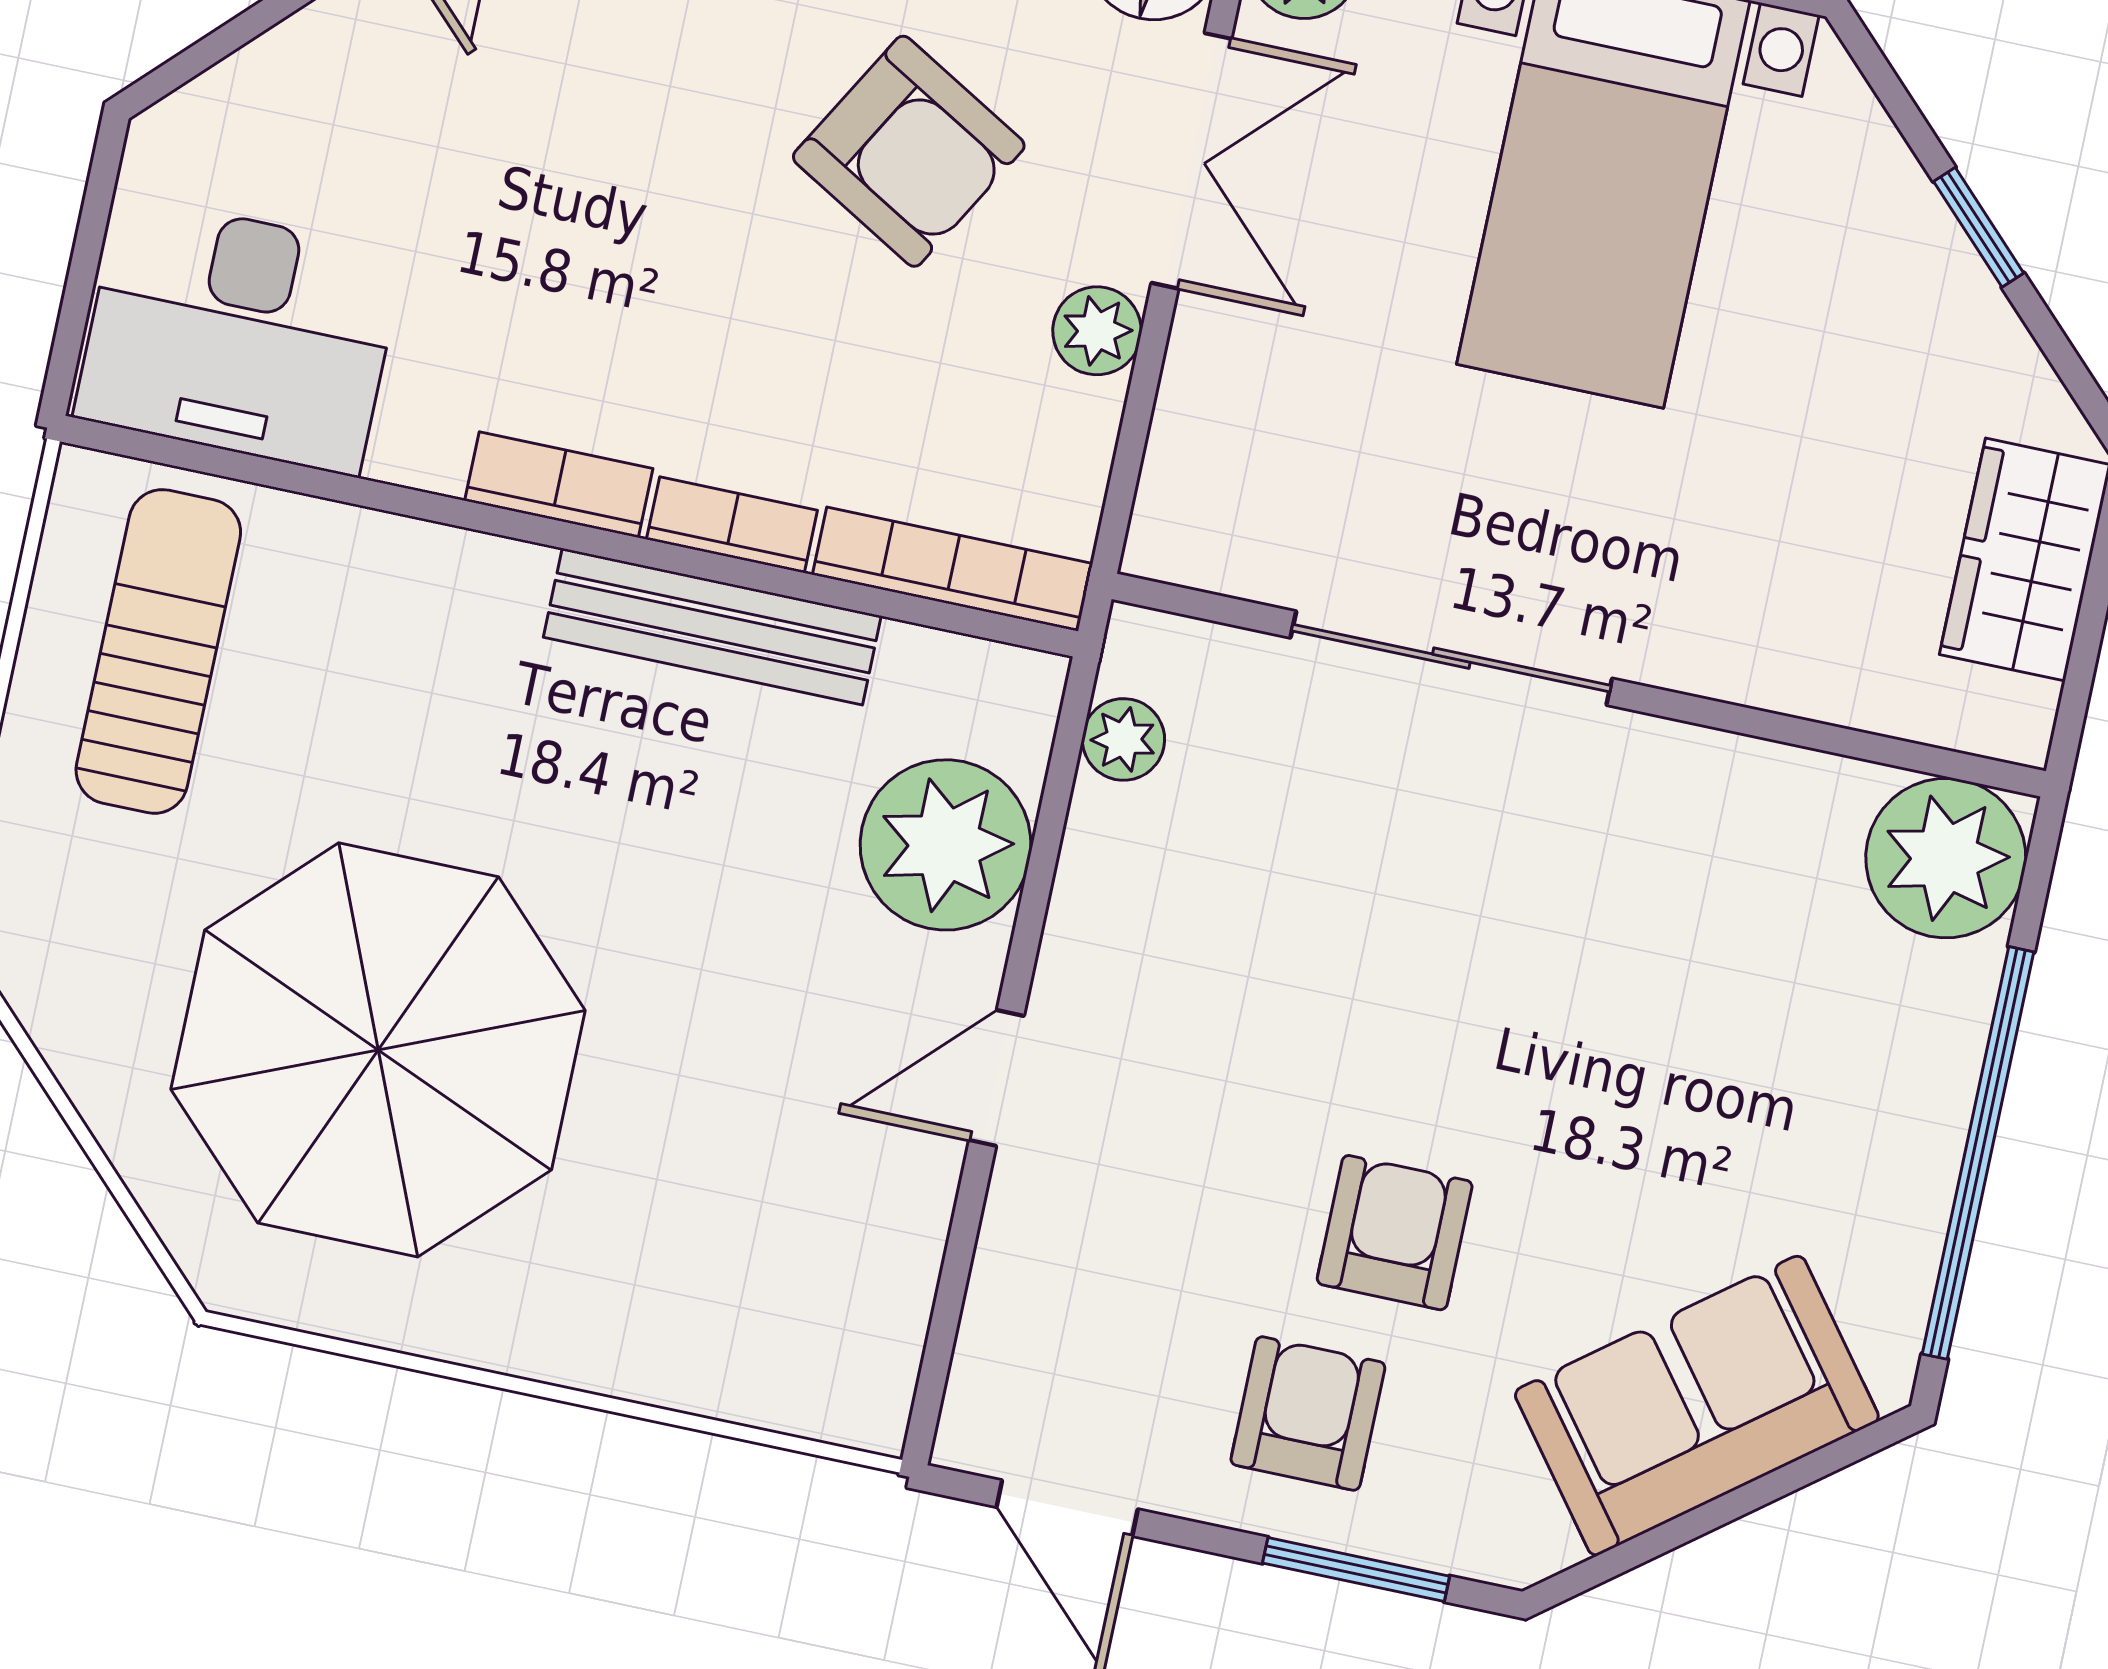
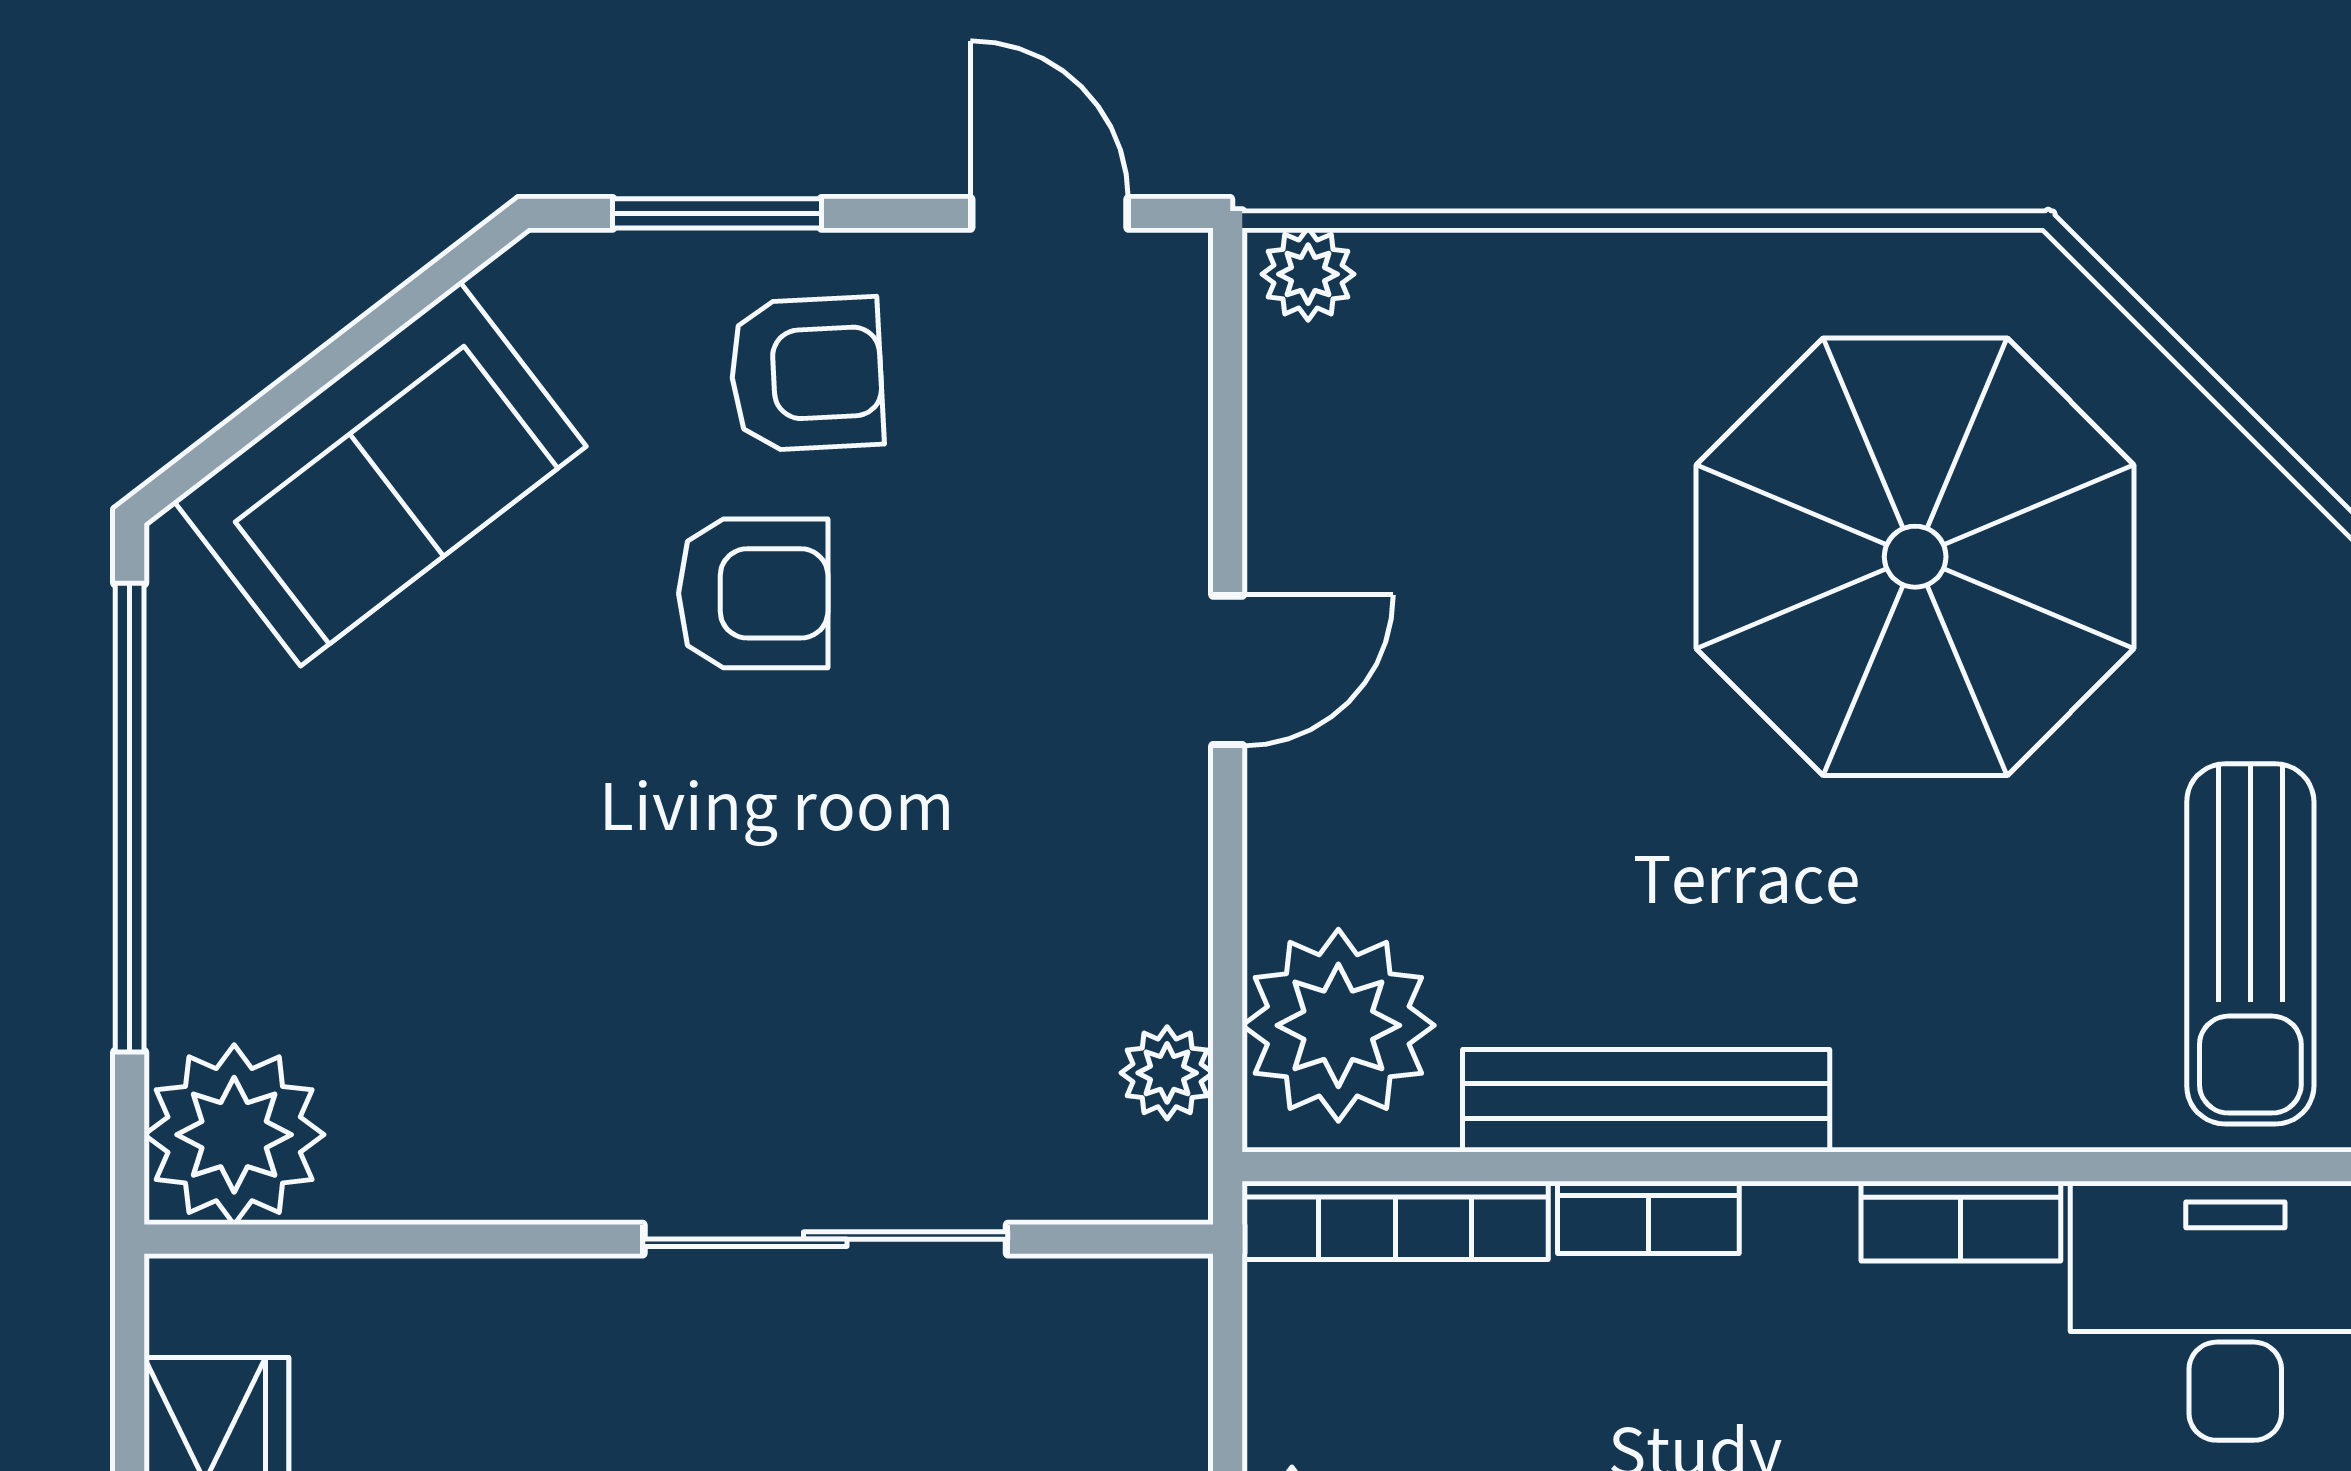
bookcase: (559, 485) -> (1961, 1221), moved
plant: (946, 845) -> (1338, 1025), moved
armchair: (1395, 1233) -> (753, 593), turned -90
plant: (854, 1408) -> (1308, 274), added
armchair: (1308, 1413) -> (806, 374), turned -93

